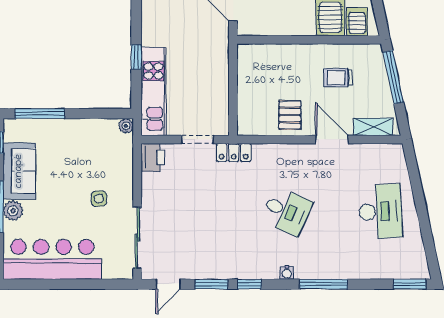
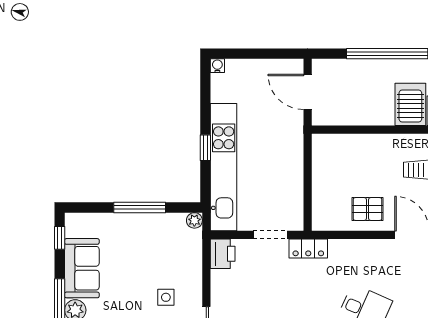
kitchen unit: (154, 91) -> (224, 167), width x1.36
window: (40, 114) -> (140, 208), moved
pallet: (290, 115) -> (367, 209), turned 90

